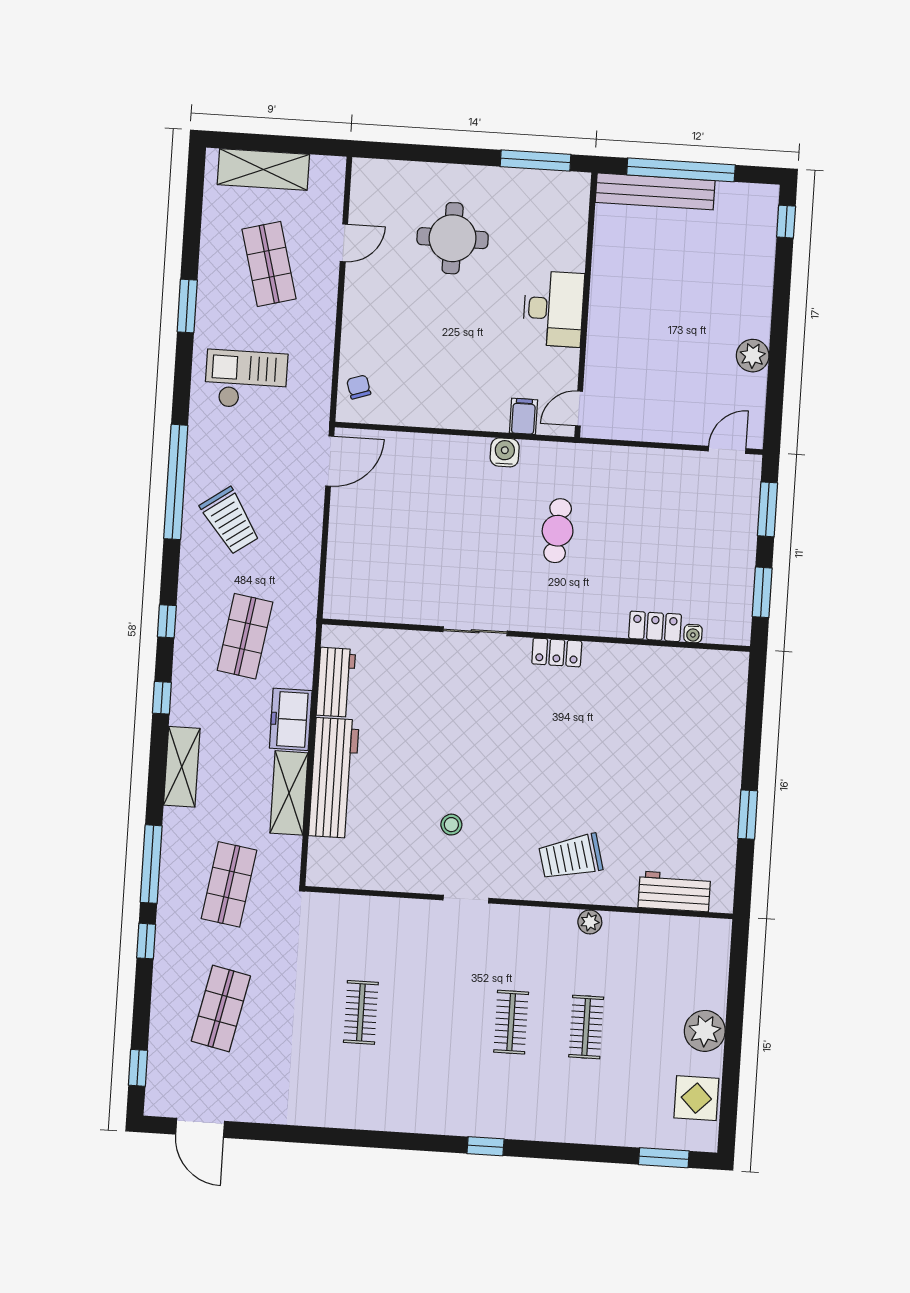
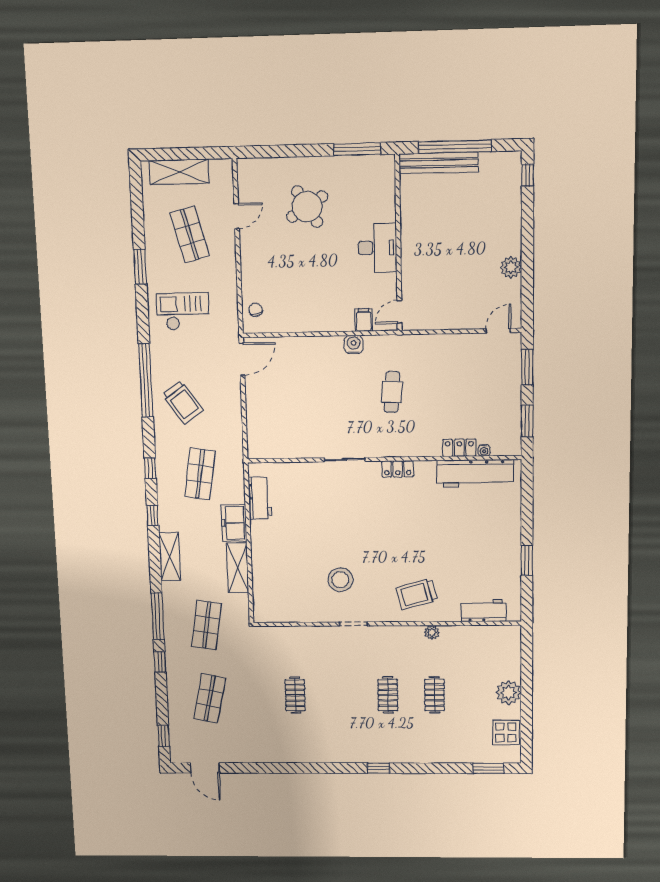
round table: (453, 238) -> (307, 207), turned -32
workbench: (334, 778) -> (475, 473), moved, turned 90
stool: (451, 825) -> (340, 580), width x1.89, depth x1.89

